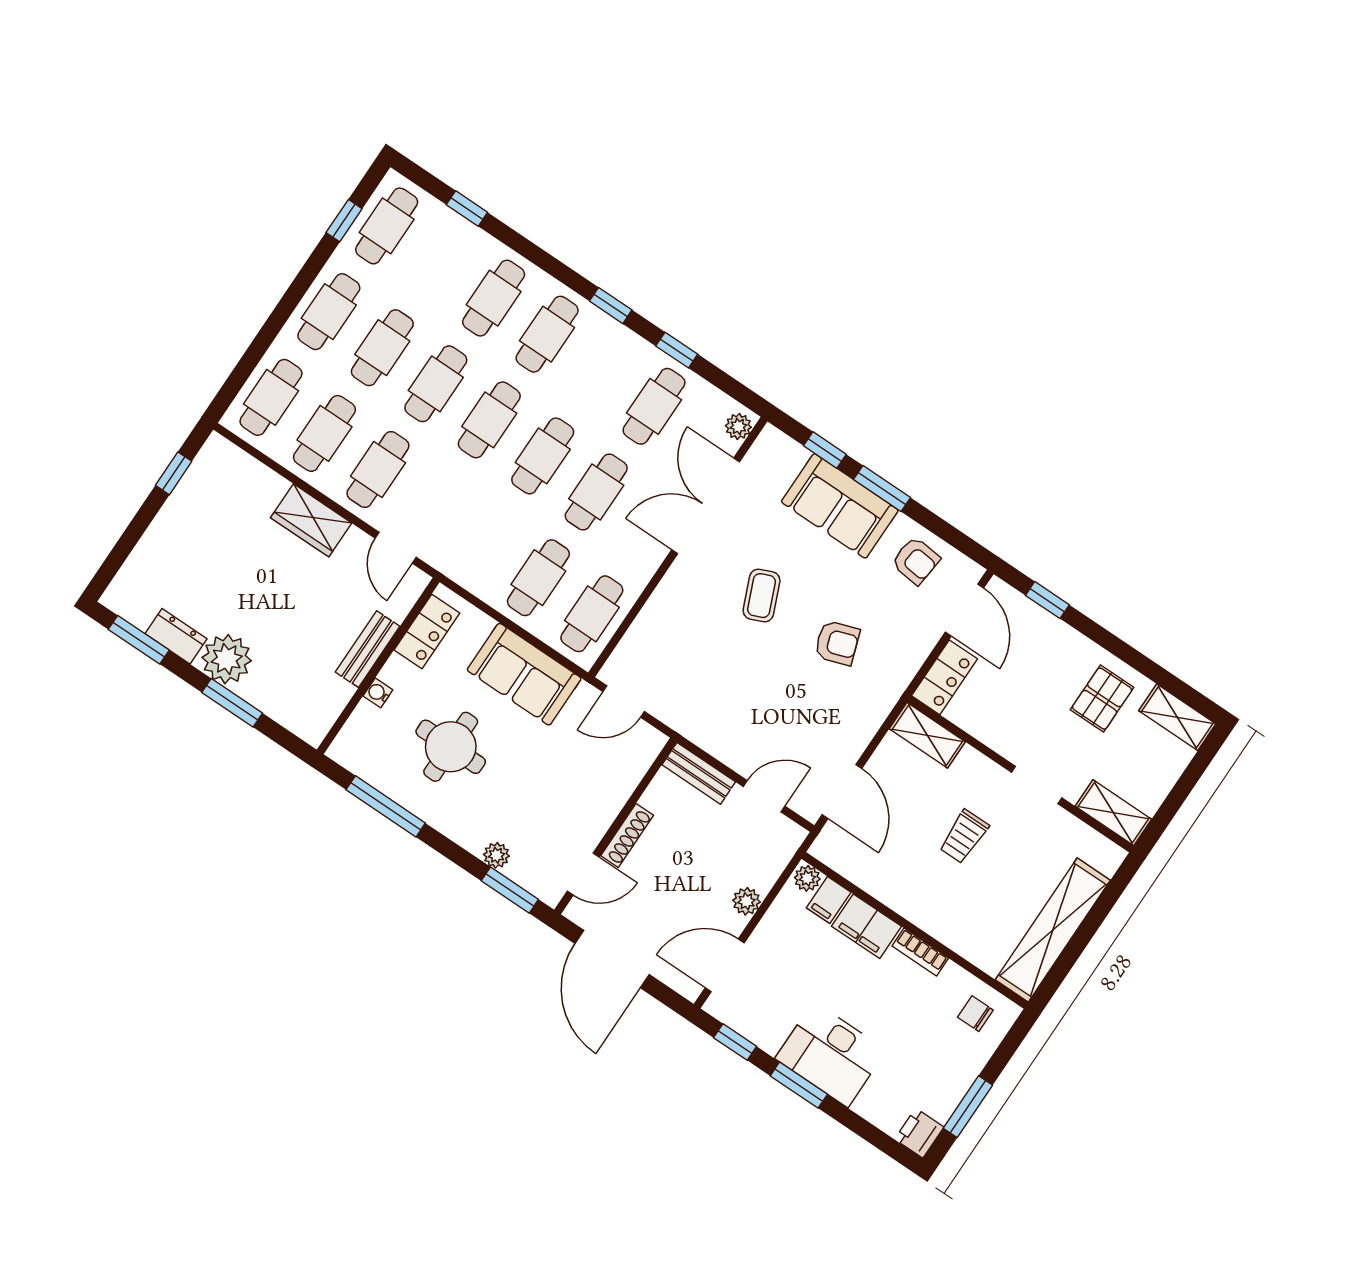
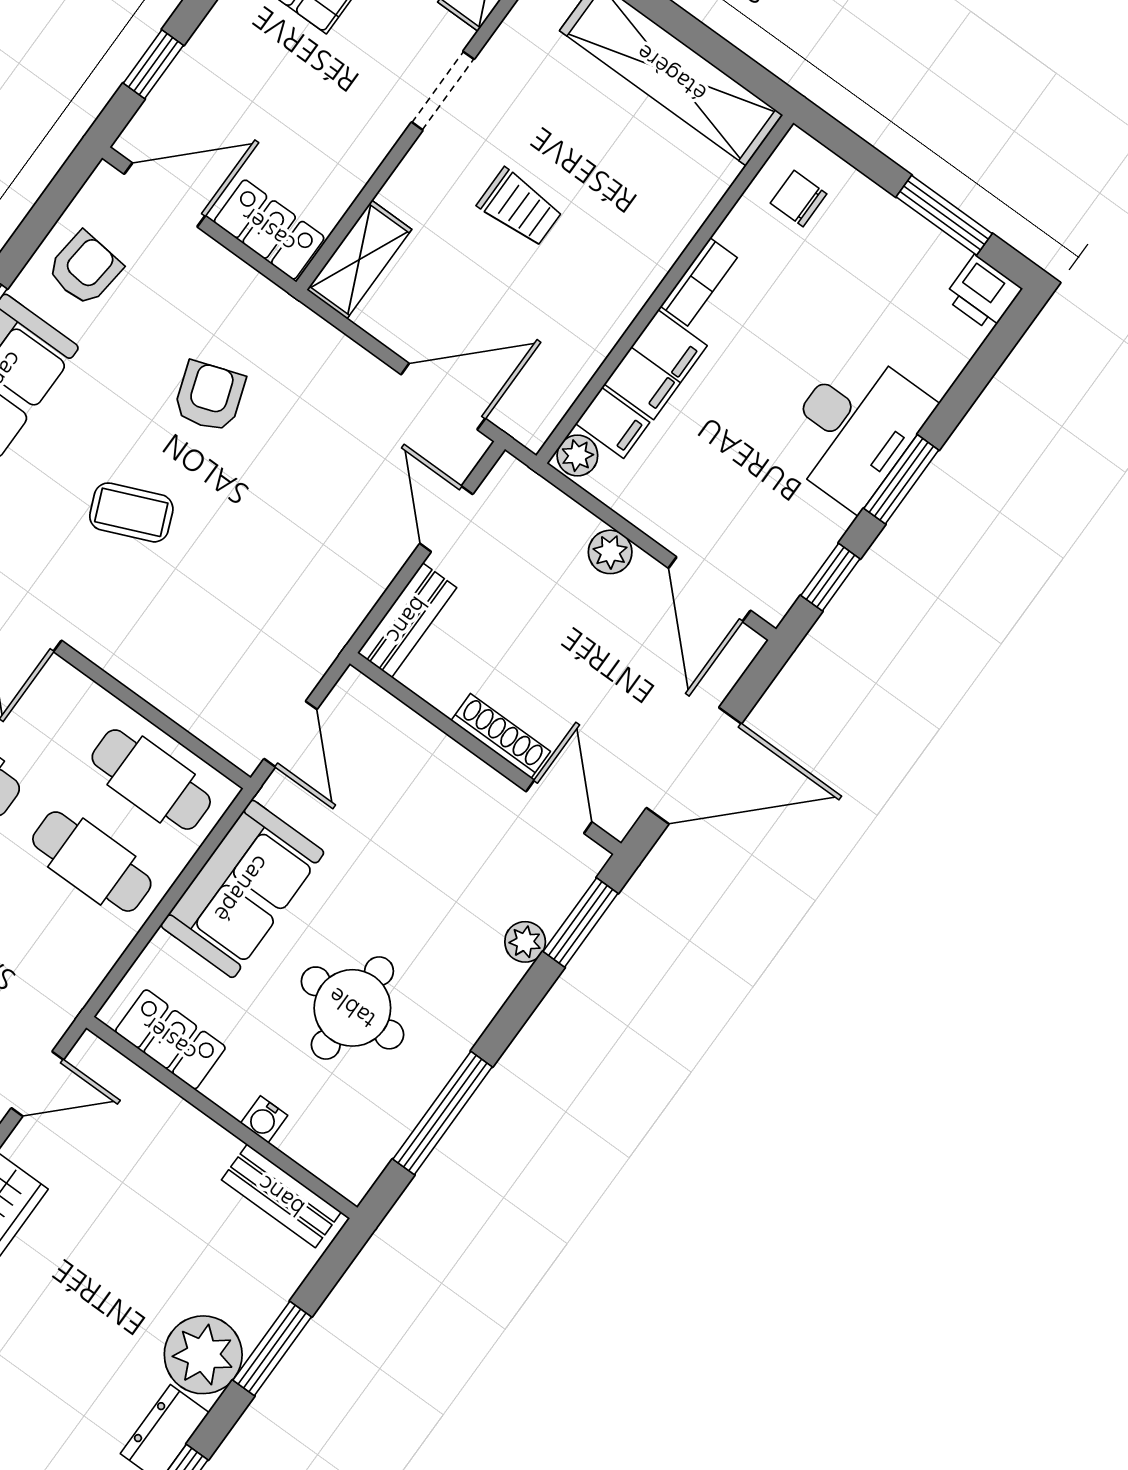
bench: (368, 649) -> (281, 1196), moved
chair: (975, 1014) -> (799, 199), turned 90

